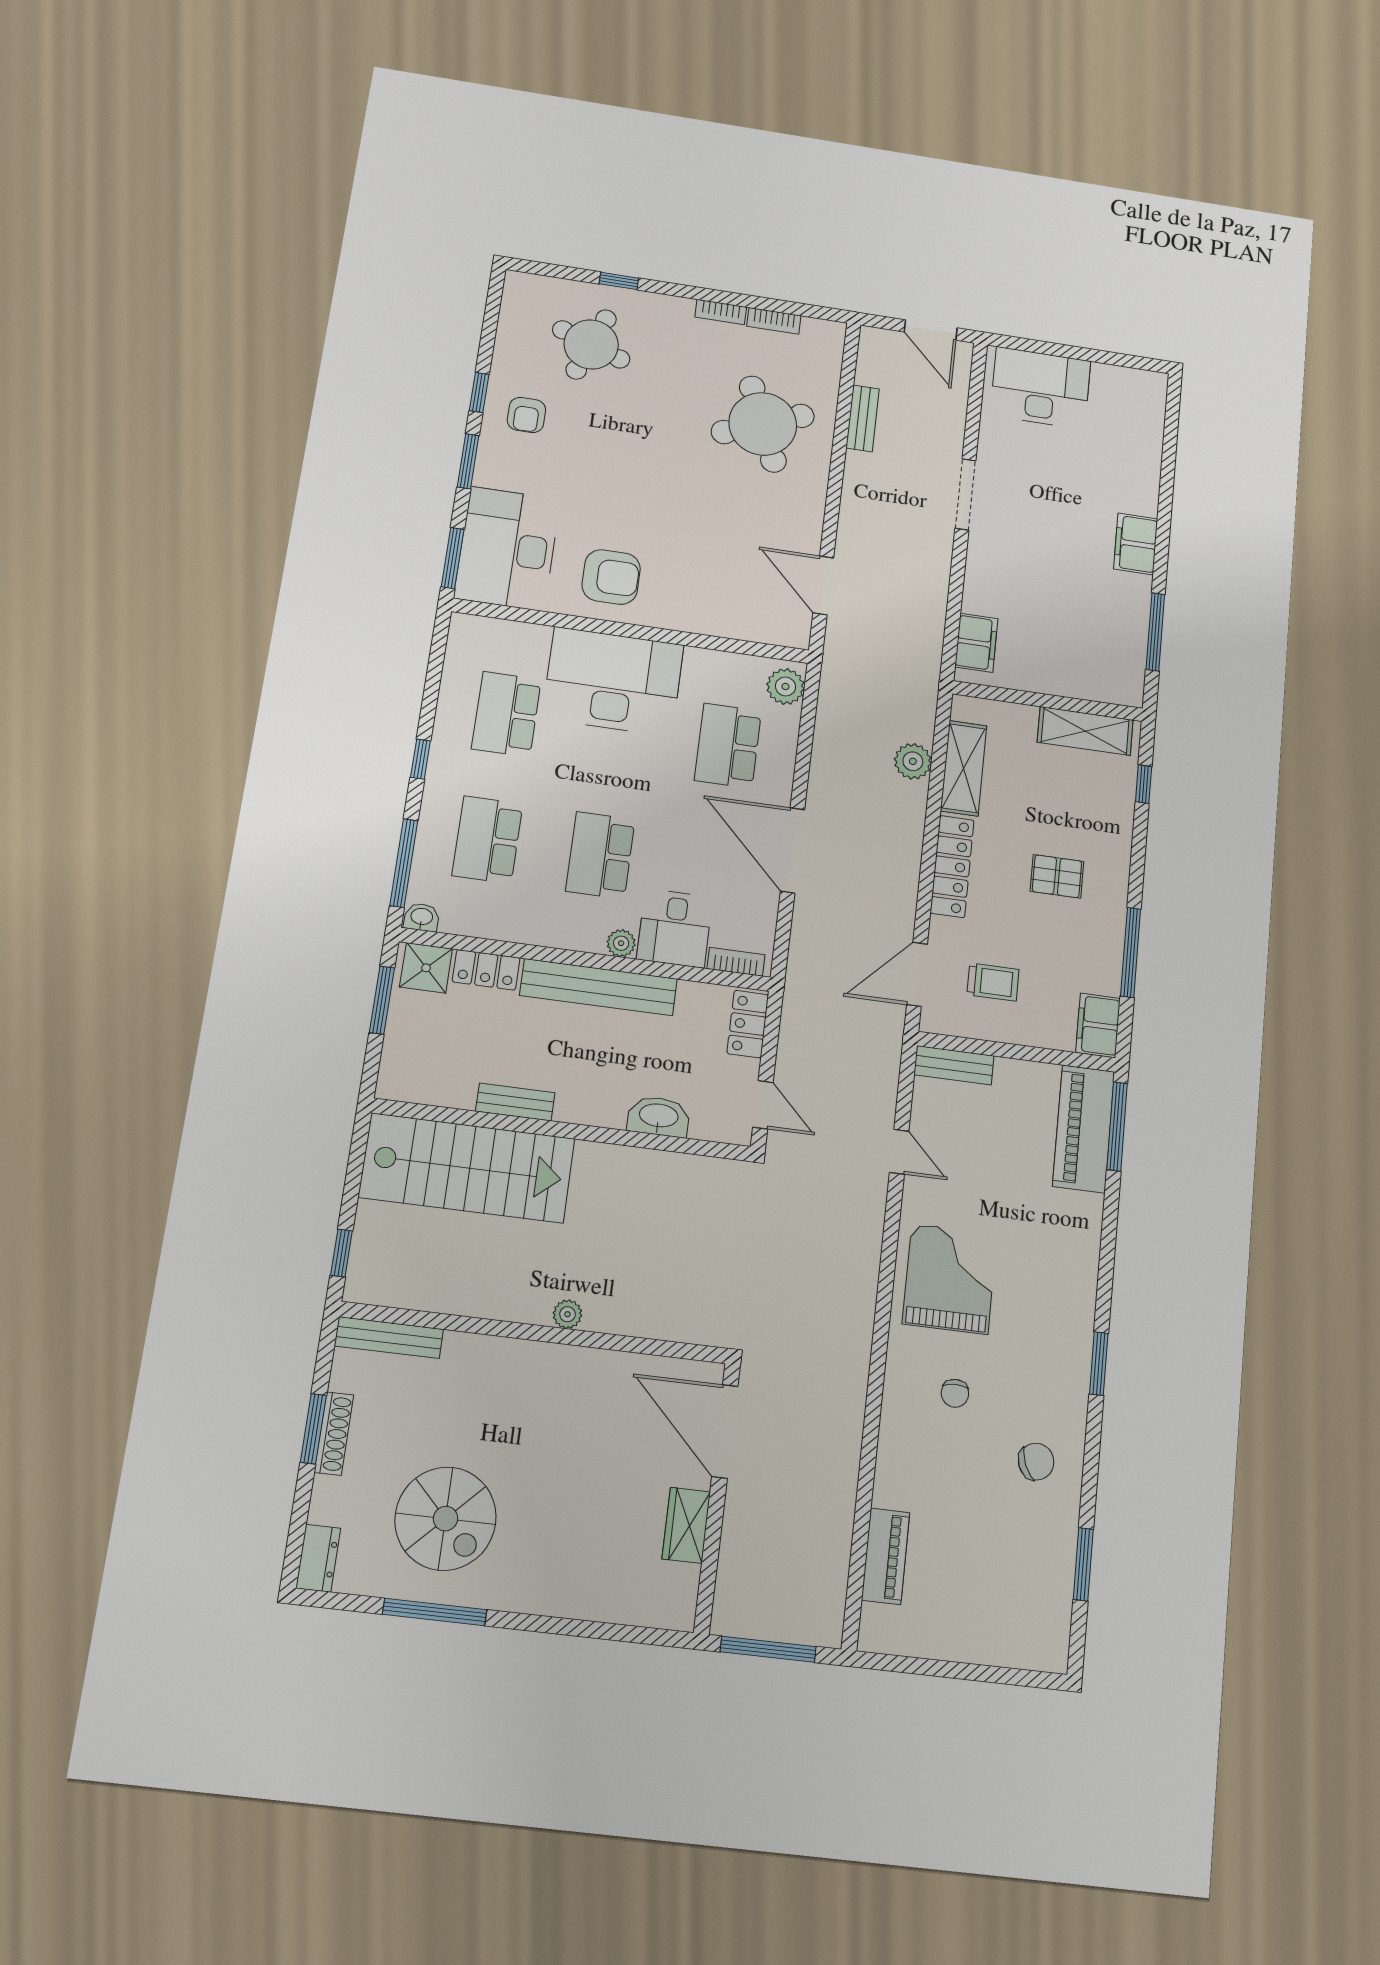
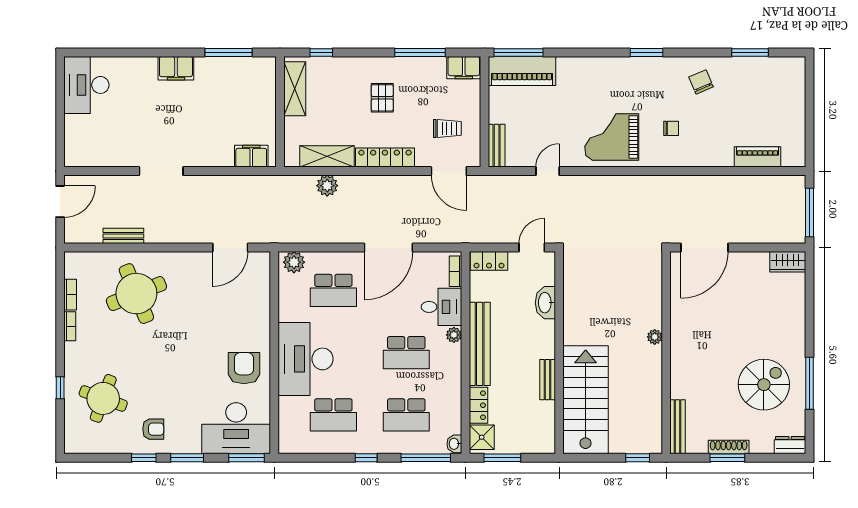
desk: (1041, 388) -> (86, 85), moved
trolley: (993, 982) -> (447, 128), turned 90
wardrobe: (686, 1525) -> (788, 262), moved

